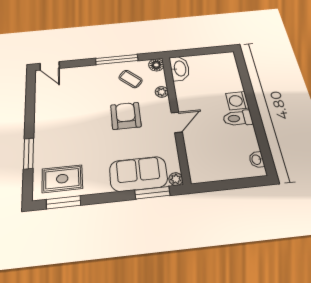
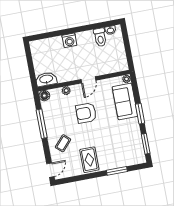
coffee table: (131, 79) -> (63, 143), moved
toilet: (238, 118) -> (100, 37), moved
door: (177, 122) -> (88, 80), swing flipped
rug: (62, 179) -> (89, 160), moved
window: (152, 193) -> (140, 114), moved

